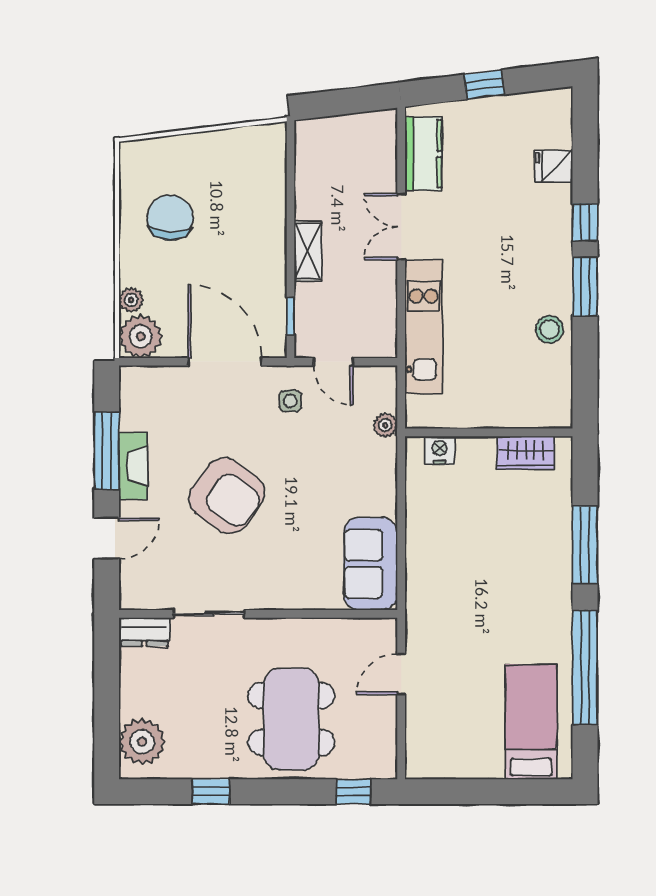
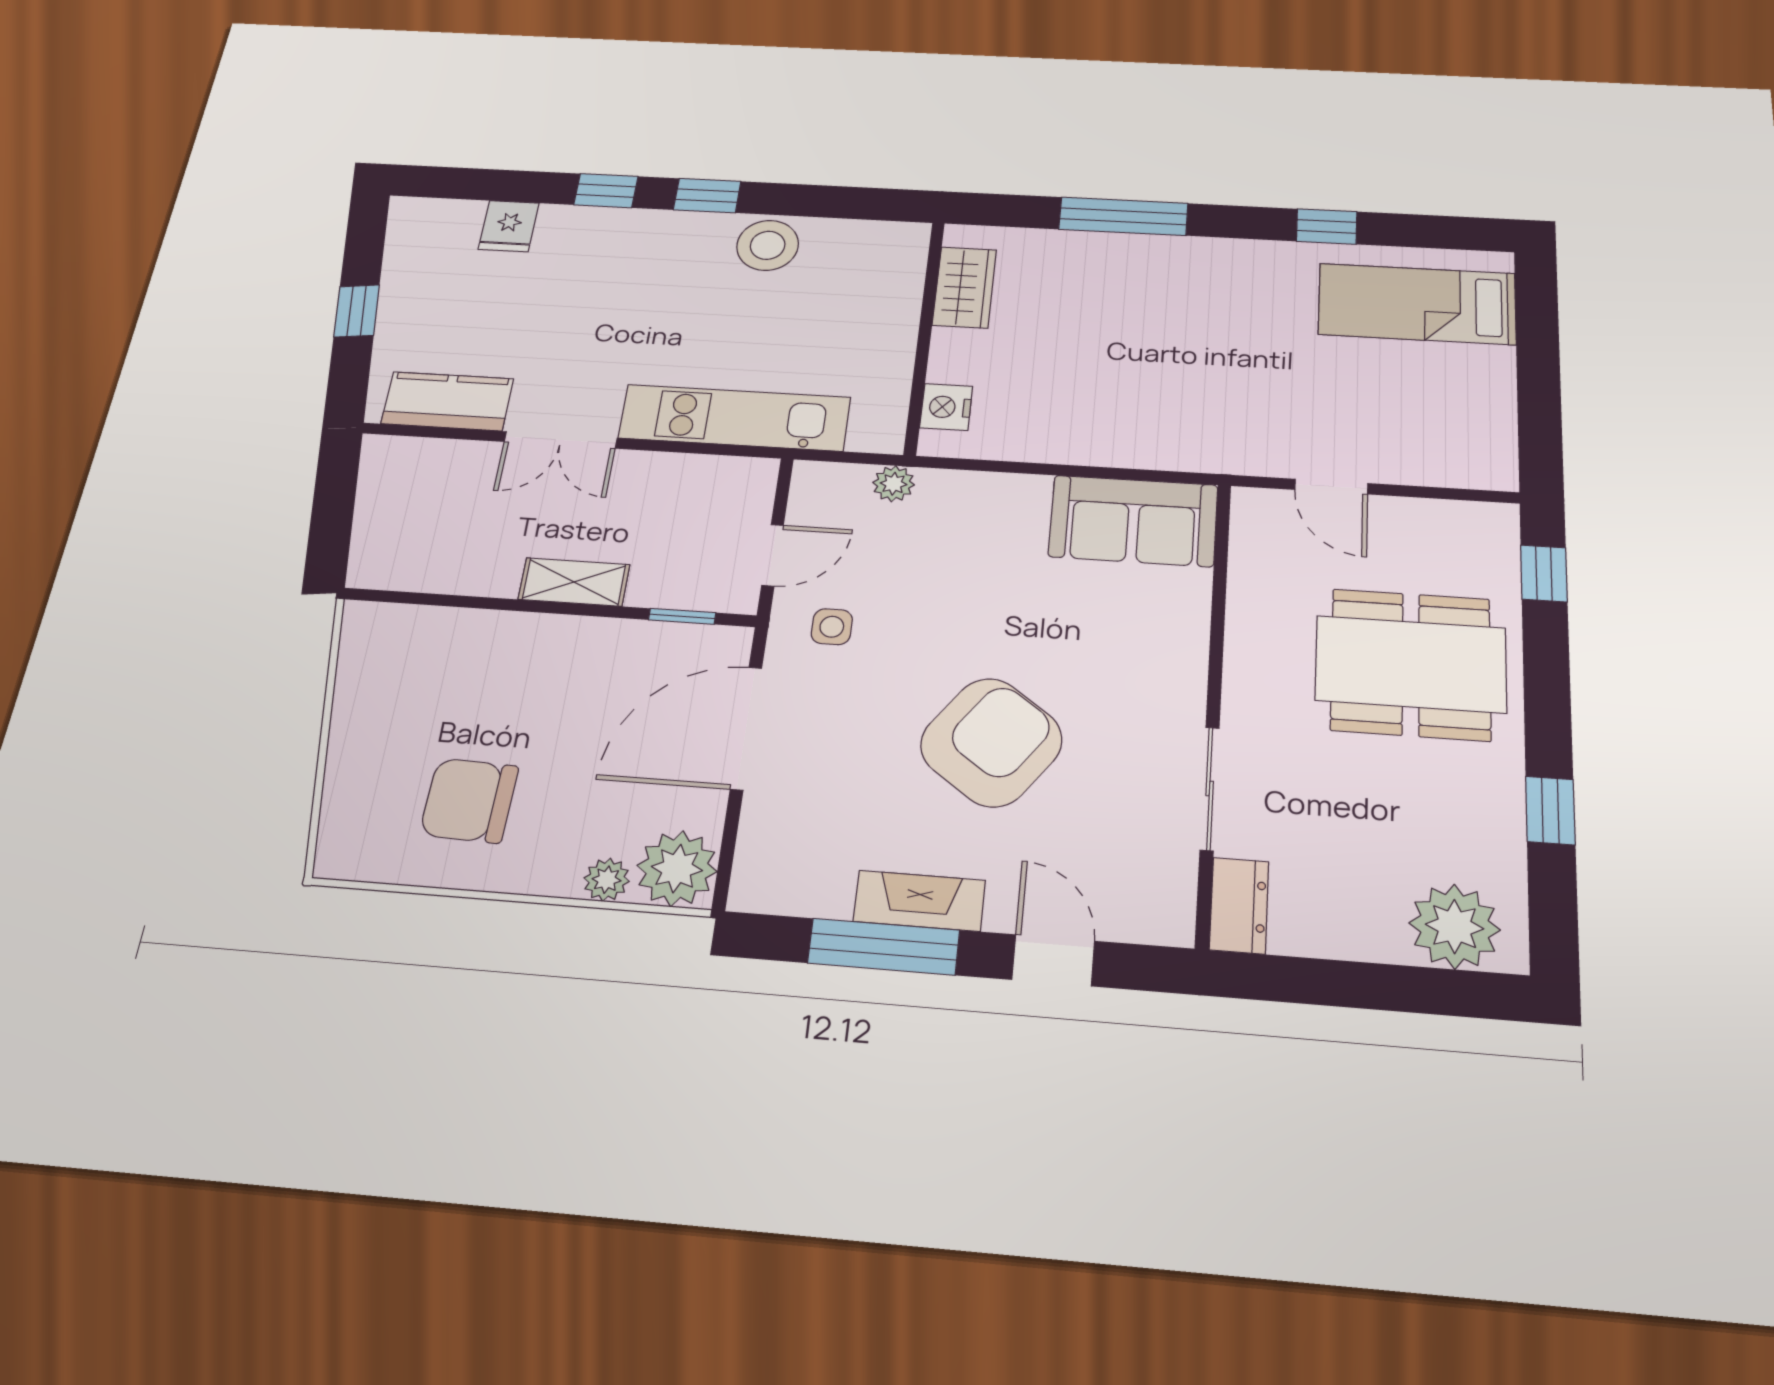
window: (585, 287) -> (707, 196), width x0.67
stool: (549, 329) -> (768, 245), width x1.38, depth x1.38
window: (585, 668) -> (1327, 226), width x0.32

